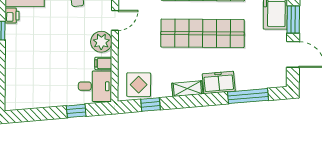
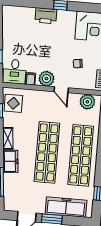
printer: (12, 16) -> (46, 16), moved, width x1.87, depth x1.48

